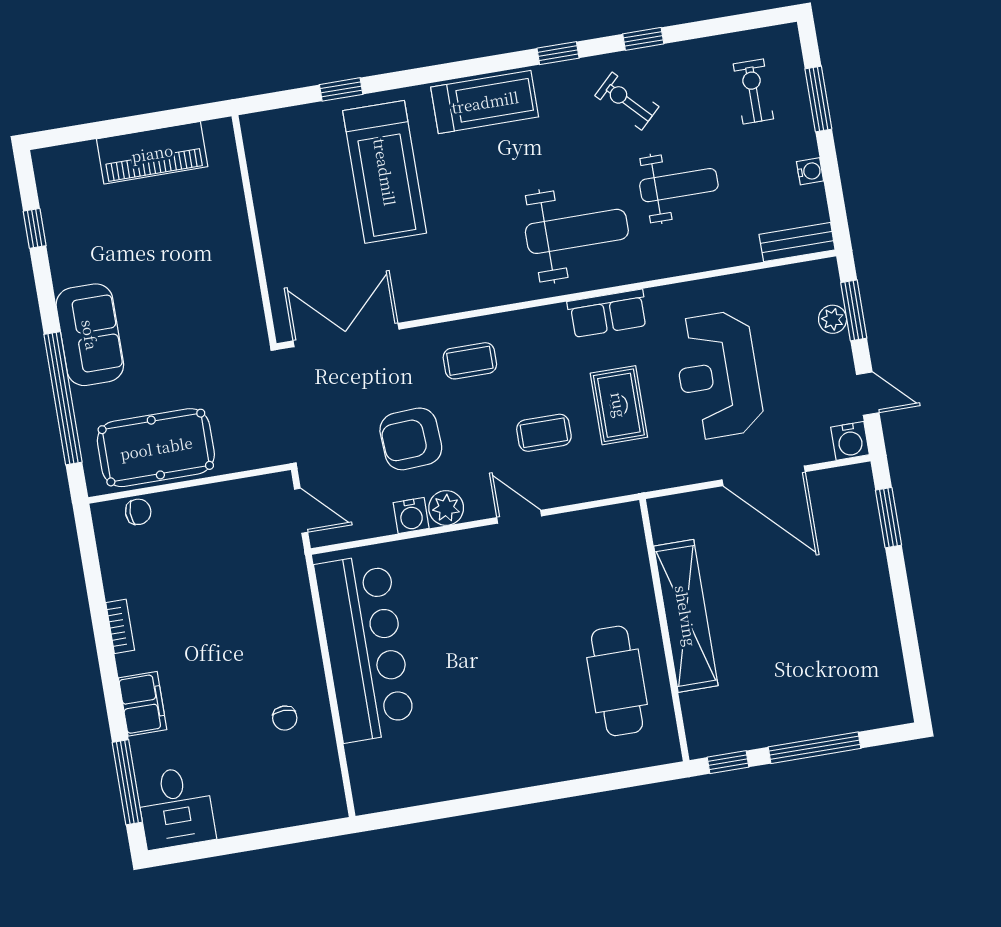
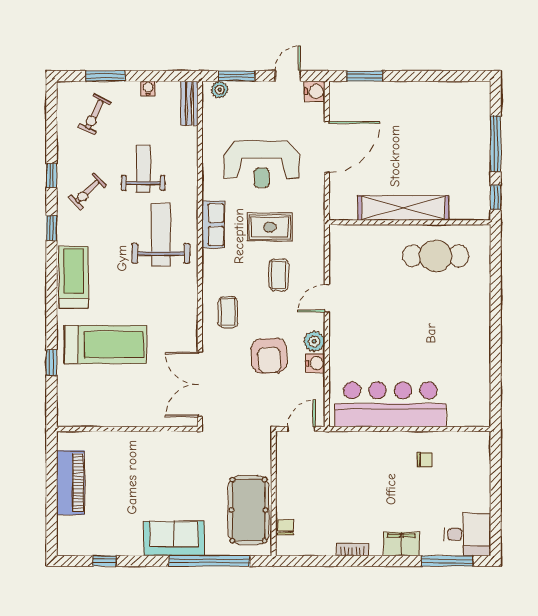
exercise bike: (753, 91) -> (94, 114), turned -64
plant: (833, 319) -> (220, 90), moved

